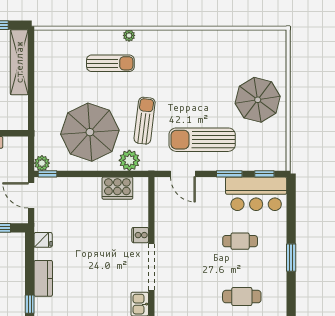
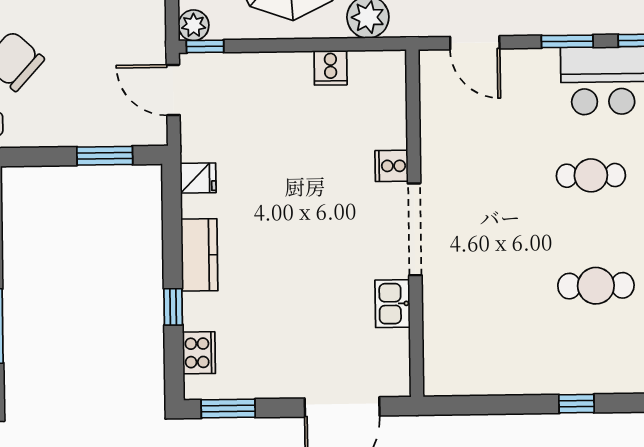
cooker: (117, 188) -> (331, 68), width x0.53, depth x0.76

